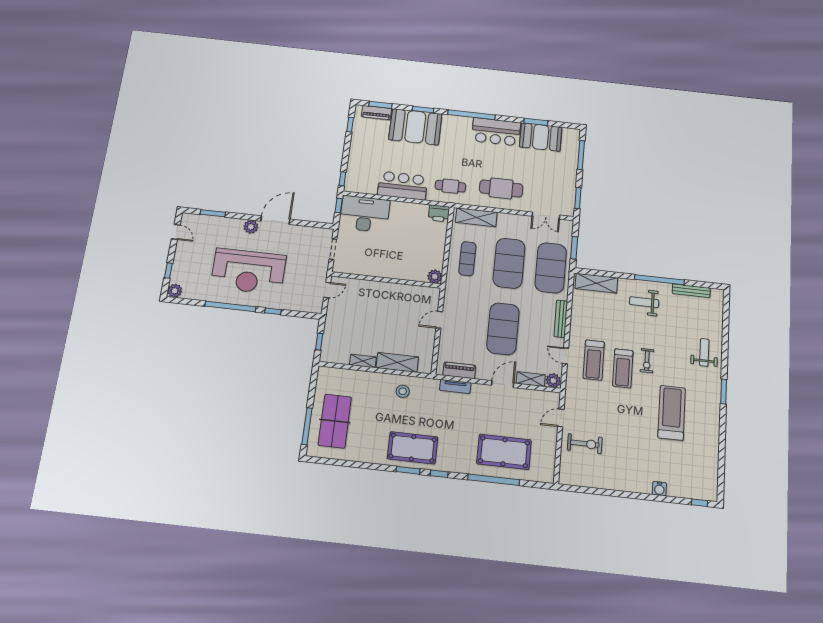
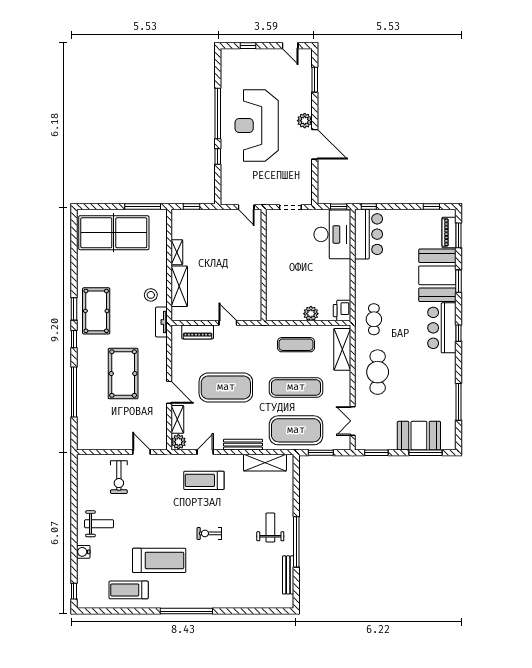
window: (471, 115) -> (458, 333), width x0.32
window: (536, 122) -> (458, 402), width x1.44
bar counter: (496, 132) -> (442, 328), moved
booth: (541, 137) -> (419, 436), moved, turned 90
bar counter: (403, 186) -> (369, 234), moved
door: (176, 232) -> (290, 46), hinge flipped
exercise mat: (509, 263) -> (296, 387), width x0.68
plant: (435, 276) -> (311, 314), moved
shelving: (596, 283) -> (265, 463), moved, turned 90
plant: (175, 291) -> (228, 56), removed
weight bench: (704, 352) -> (99, 524), moved
treadmill: (623, 368) -> (129, 590), moved
piano: (459, 370) -> (198, 332), moved, turned 90
tv unit: (455, 387) -> (161, 322), moved
window: (724, 392) -> (186, 611), width x2.11
table tennis table: (335, 421) -> (114, 233), width x1.36, depth x1.32
window: (307, 426) -> (143, 207), moved
pool table: (504, 452) -> (123, 374), moved

